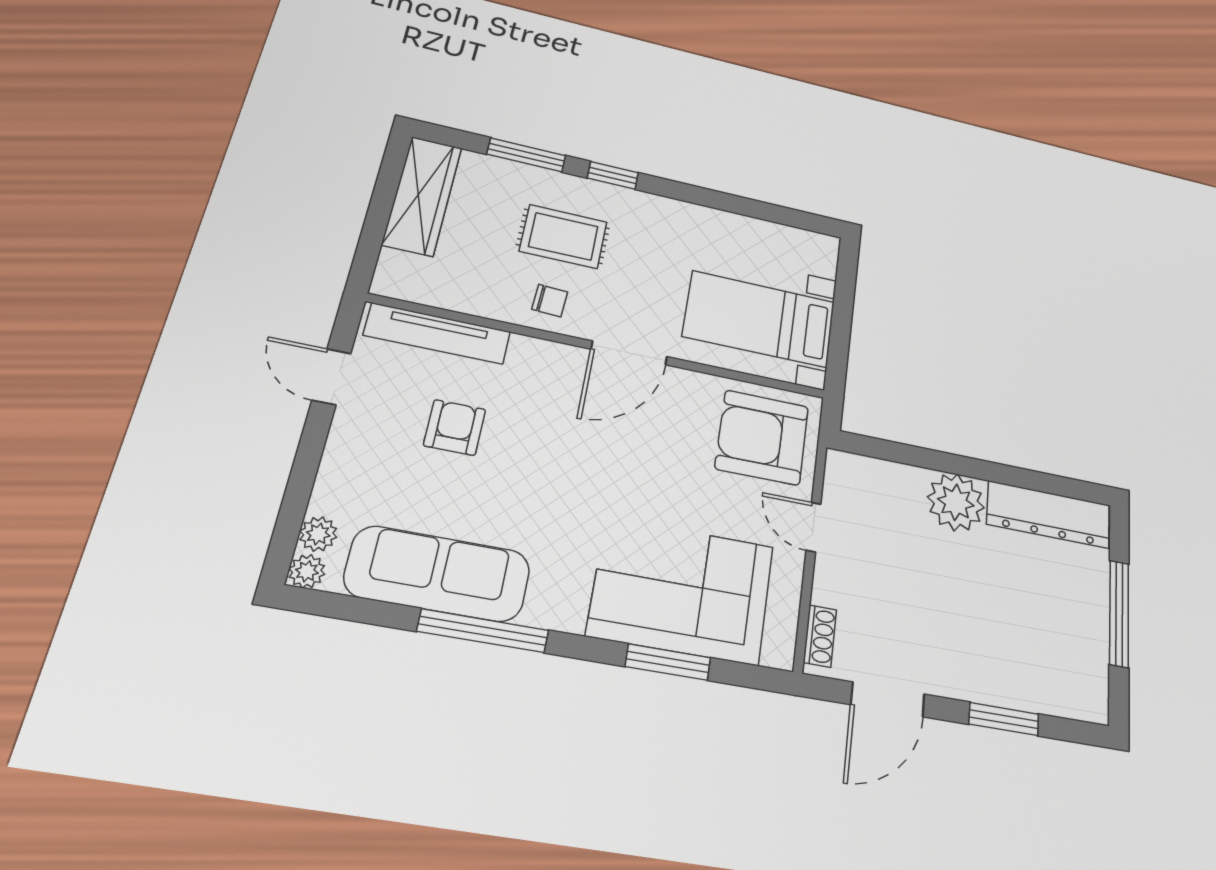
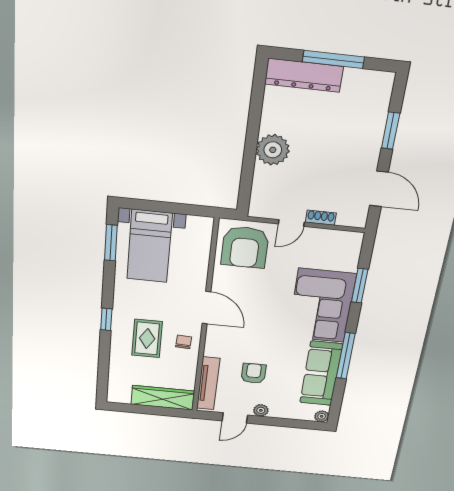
window: (526, 155) -> (111, 243), moved
wardrobe: (422, 196) -> (162, 398), moved
bed with nightstands: (760, 319) -> (149, 246), moved
armchair: (455, 427) -> (254, 373), turned 90
dresser: (1049, 515) -> (304, 75), moved, turned 90
plant: (318, 534) -> (261, 410), moved
corner sofa: (682, 590) -> (321, 306), moved
shoe rack: (820, 636) -> (321, 218), moved

